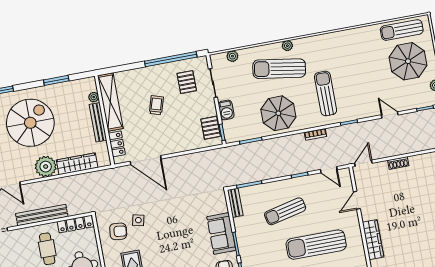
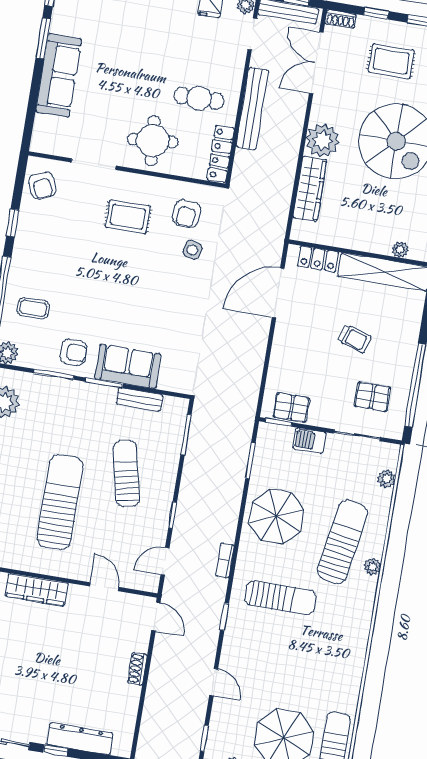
door: (390, 115) -> (214, 682), hinge flipped
bench: (98, 122) -> (360, 242), removed
bench: (235, 203) -> (139, 399), moved

